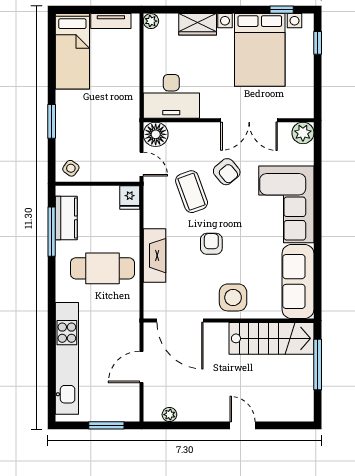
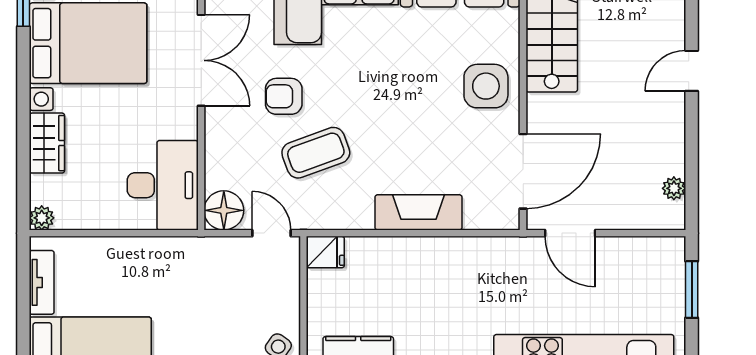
door: (141, 164) -> (272, 233), hinge flipped
armchair: (227, 172) -> (284, 96), turned -140
armchair: (211, 244) -> (400, 121), removed
cafe table: (102, 268) -> (439, 296), removed
door: (141, 367) -> (570, 233), moved

